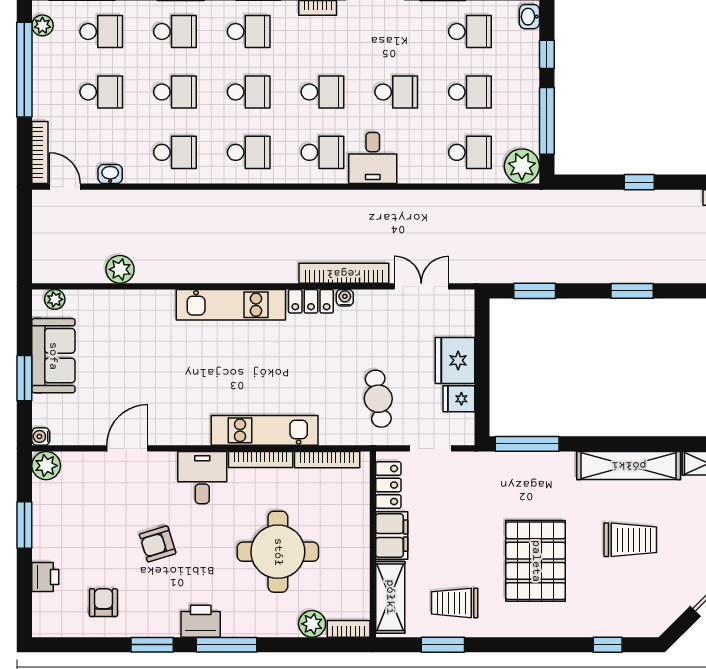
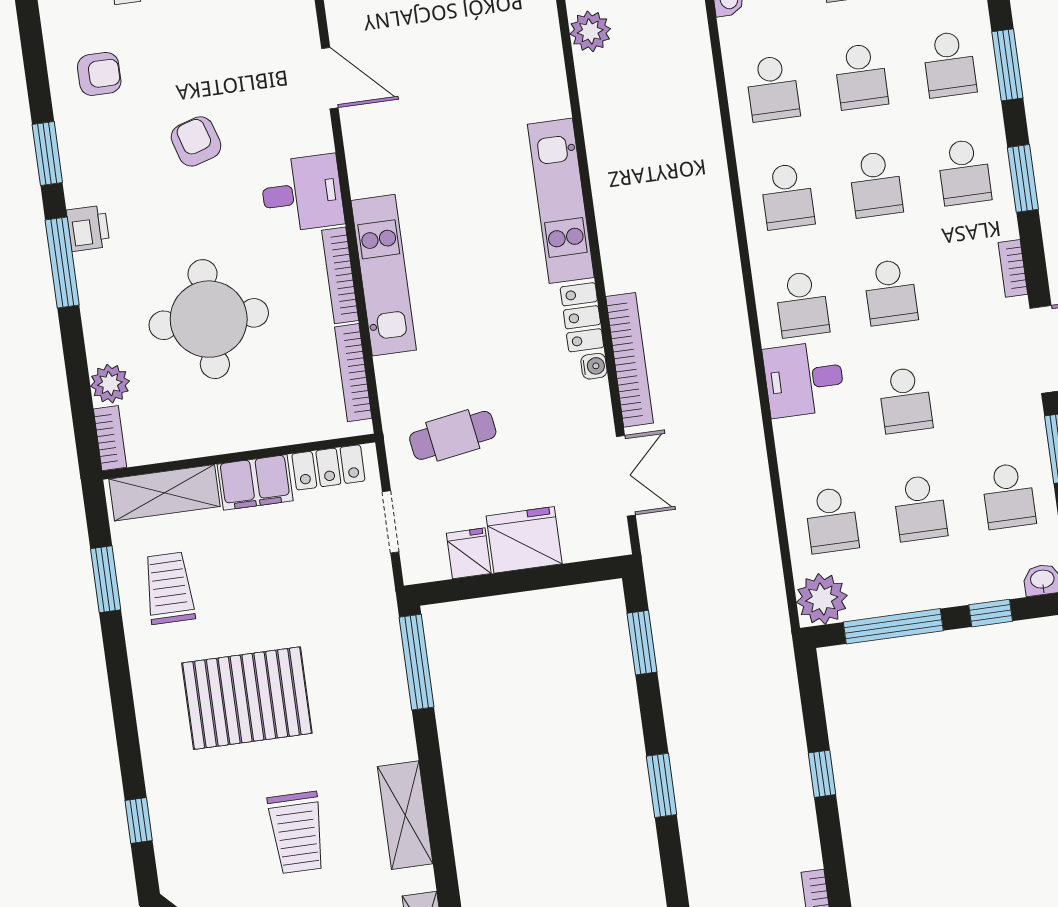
shelving: (629, 465) -> (405, 815), width x0.68
printer: (201, 621) -> (88, 228), width x0.73, depth x0.81

